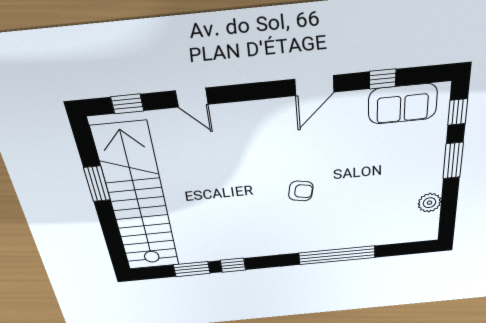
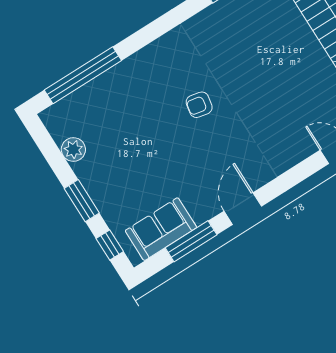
window: (383, 79) -> (191, 241), width x2.17
window: (337, 255) -> (83, 75), moved

